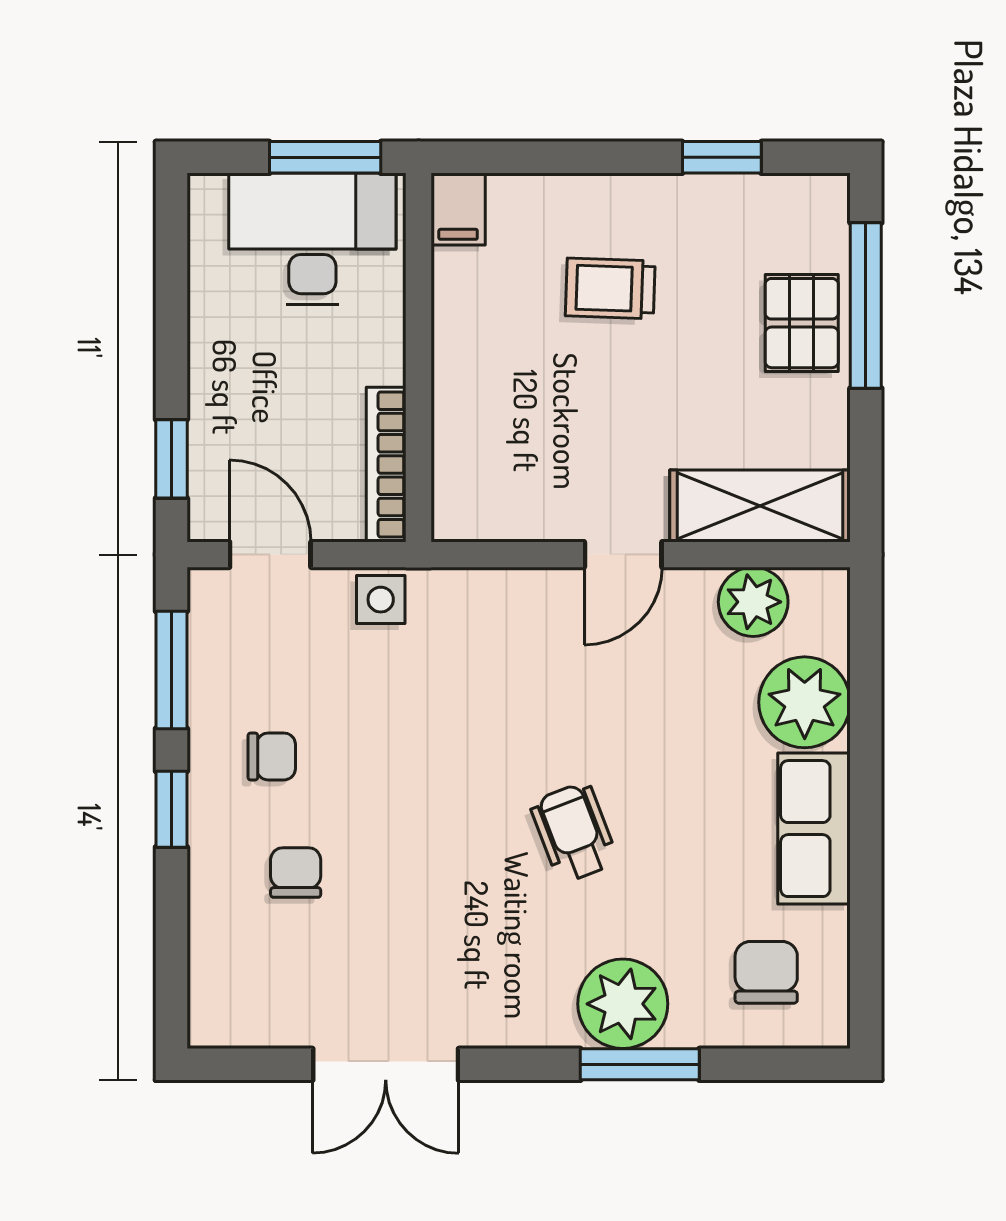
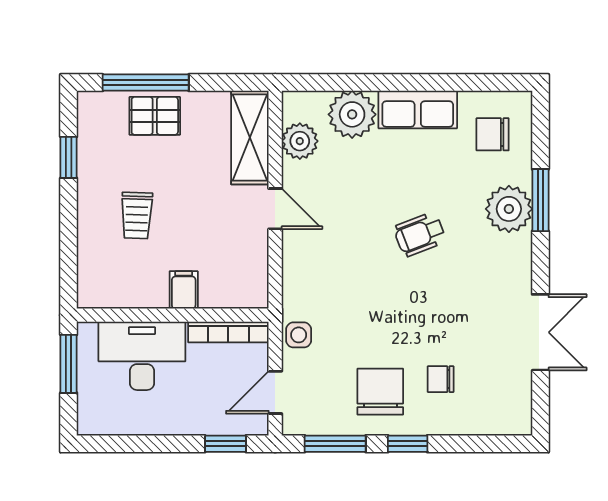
filing cabinet: (458, 209) -> (184, 290), moved, turned -90
desk: (312, 239) -> (142, 356), moved, turned 90
chair: (272, 756) -> (380, 392), width x1.87, depth x1.87

